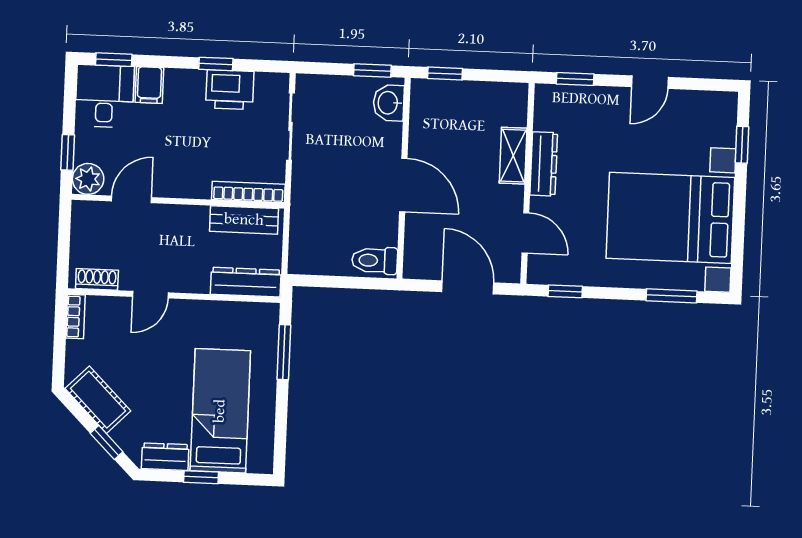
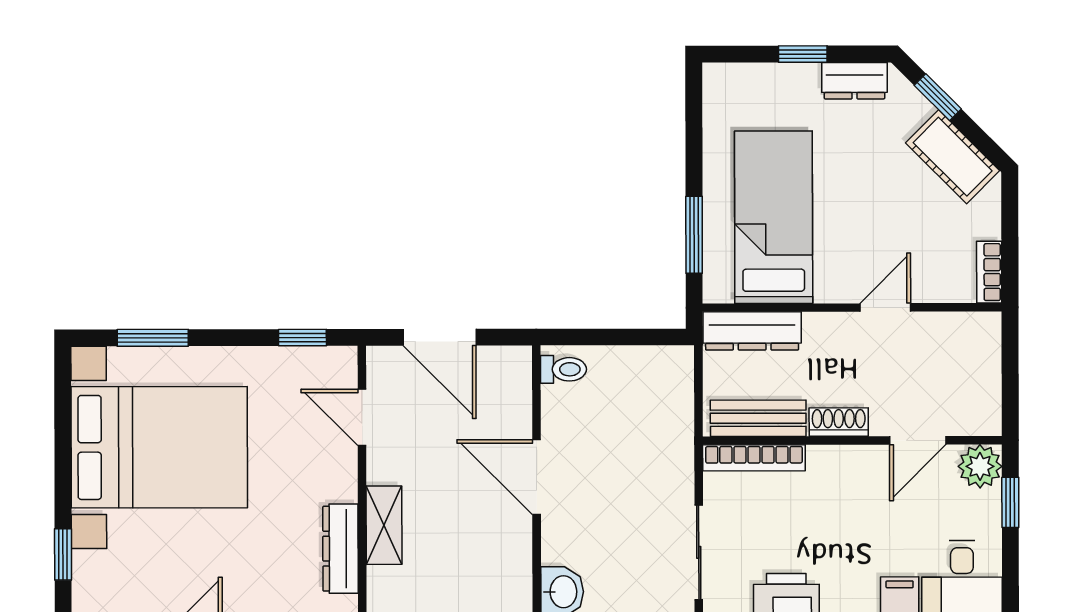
dresser: (544, 164) -> (340, 549), moved
toilet: (375, 260) -> (563, 369), width x0.73, depth x0.72
shoe rack: (97, 279) -> (839, 422), moved, turned 180
bed: (220, 411) -> (774, 217), moved, turned 180

